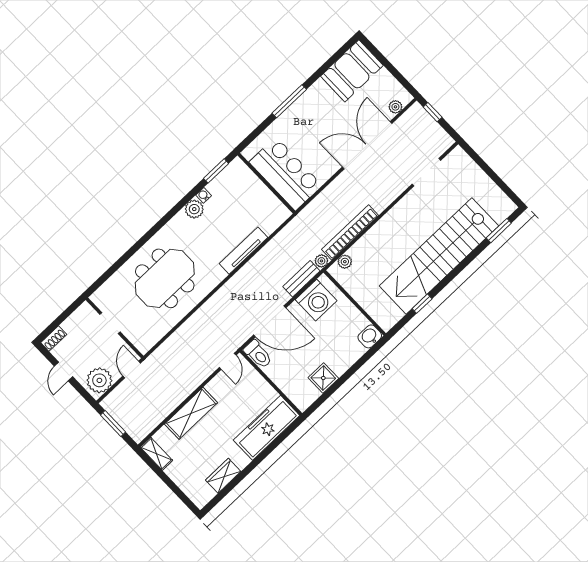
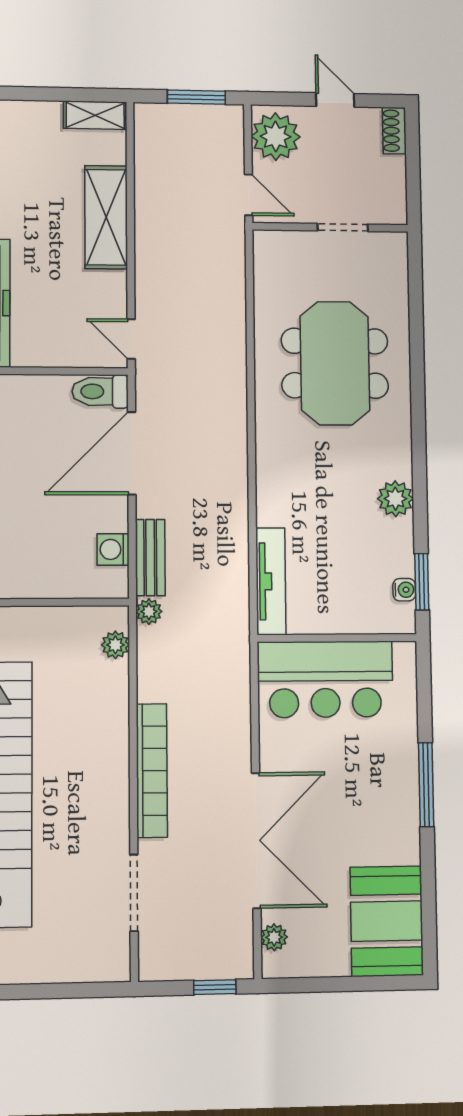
water cooler: (204, 195) -> (404, 590), moved
bookcase: (350, 232) -> (152, 771), moved
tv unit: (244, 251) -> (271, 581), moved
washing machine: (316, 300) -> (113, 549), width x0.53, depth x0.53

